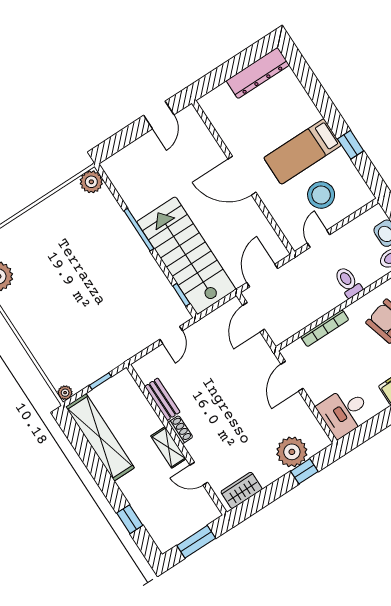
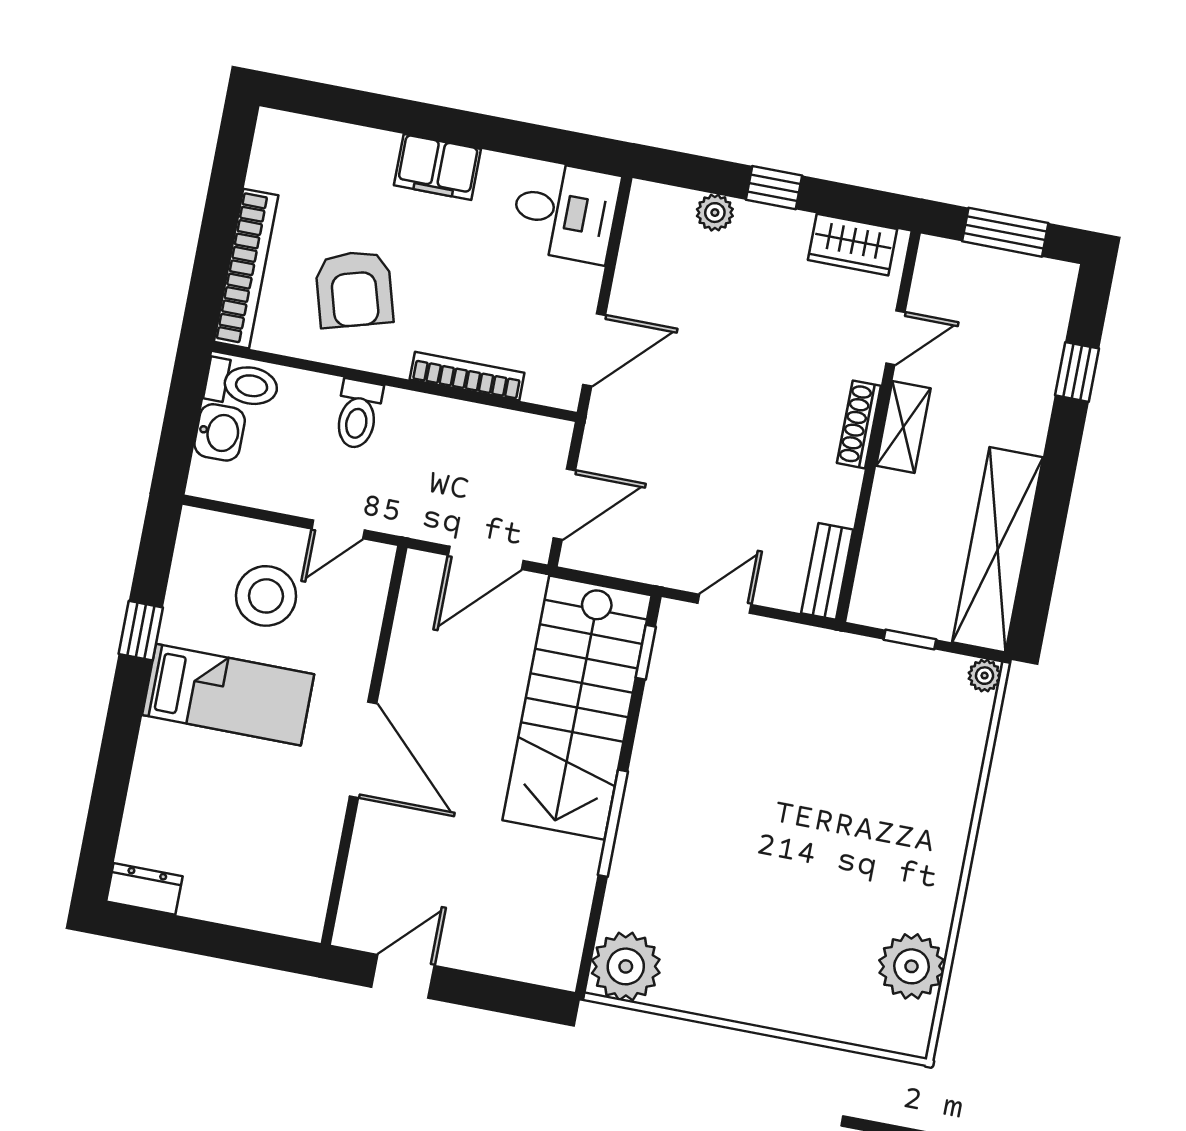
dresser: (258, 73) -> (144, 889), width x0.51, depth x0.80
plant: (91, 182) -> (626, 966), width x1.36, depth x1.36
bench: (162, 399) -> (827, 571), moved
shoe rack: (180, 430) -> (859, 424), width x1.43
plant: (292, 452) -> (715, 213), width x0.53, depth x0.53
window: (304, 471) -> (774, 188), moved
door: (199, 474) -> (895, 338), hinge flipped

